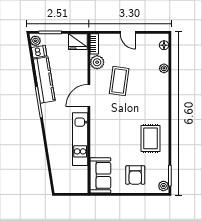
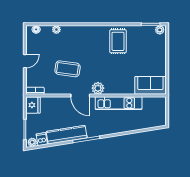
plant: (97, 62) -> (98, 88), moved
rug: (151, 138) -> (118, 41), turned 90
armchair: (135, 175) -> (150, 55), removed

